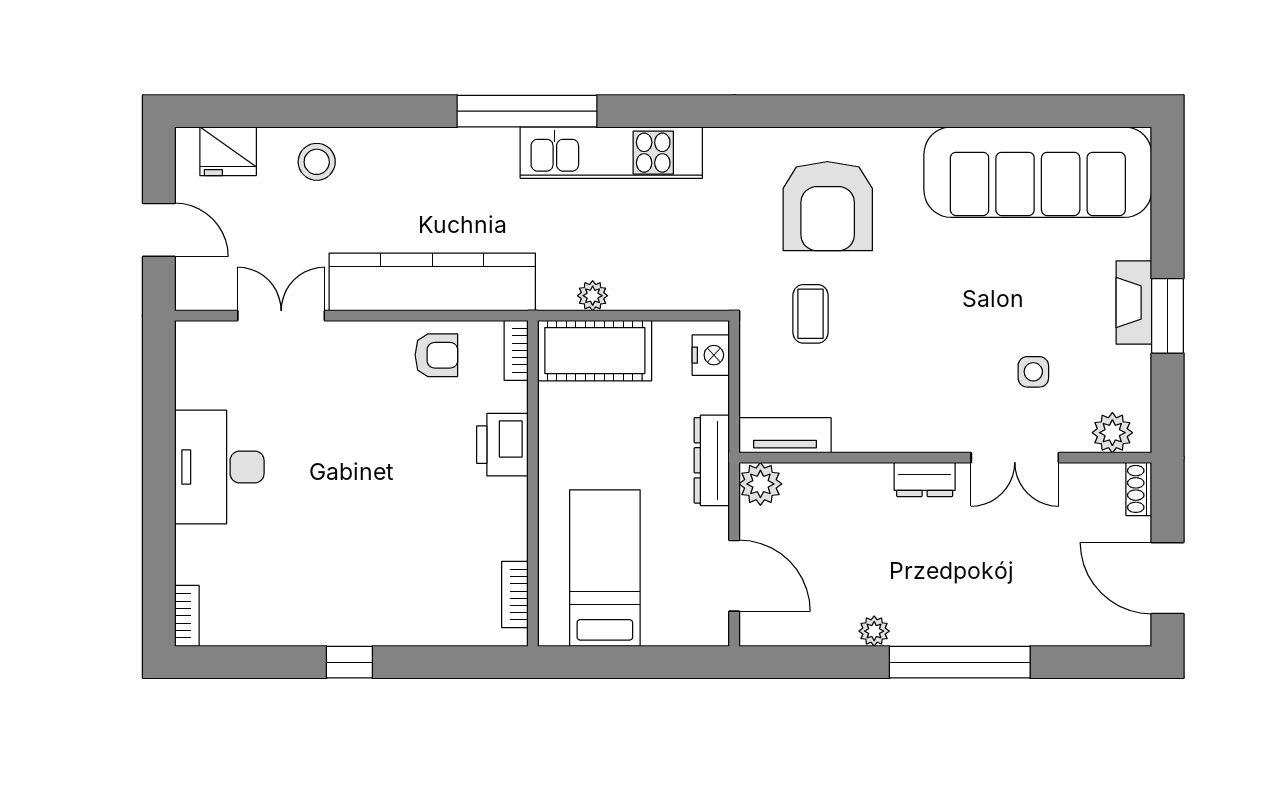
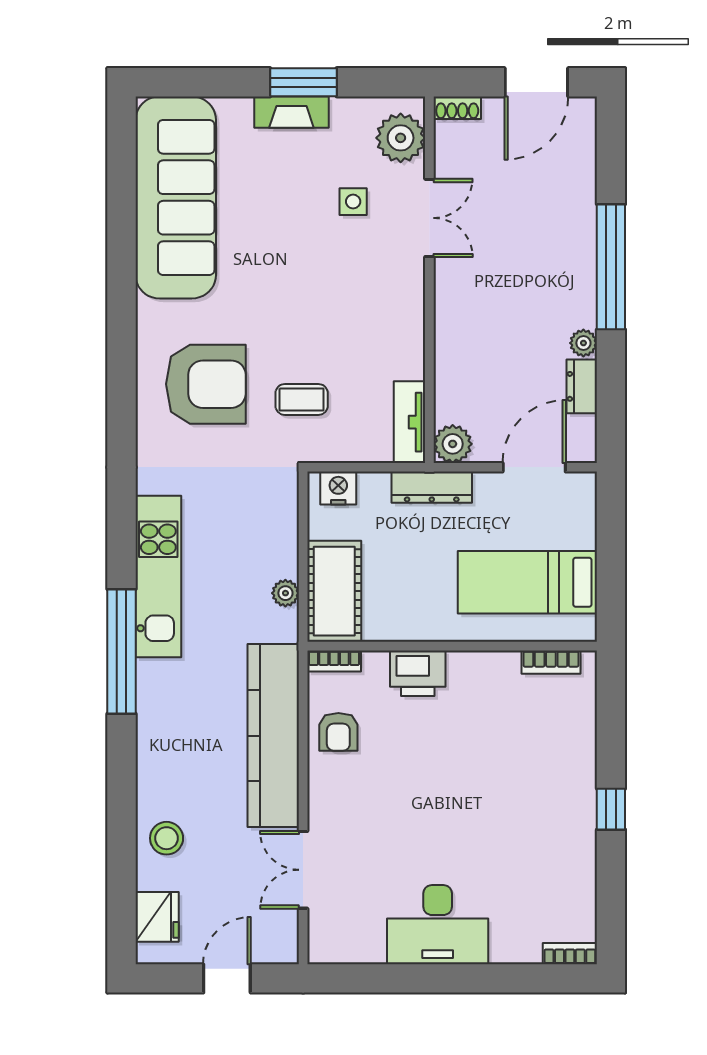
armchair: (436, 355) -> (338, 732), turned 180
plant: (1112, 433) -> (401, 138), width x1.36, depth x1.36
dresser: (925, 479) -> (582, 386), moved, turned 180

